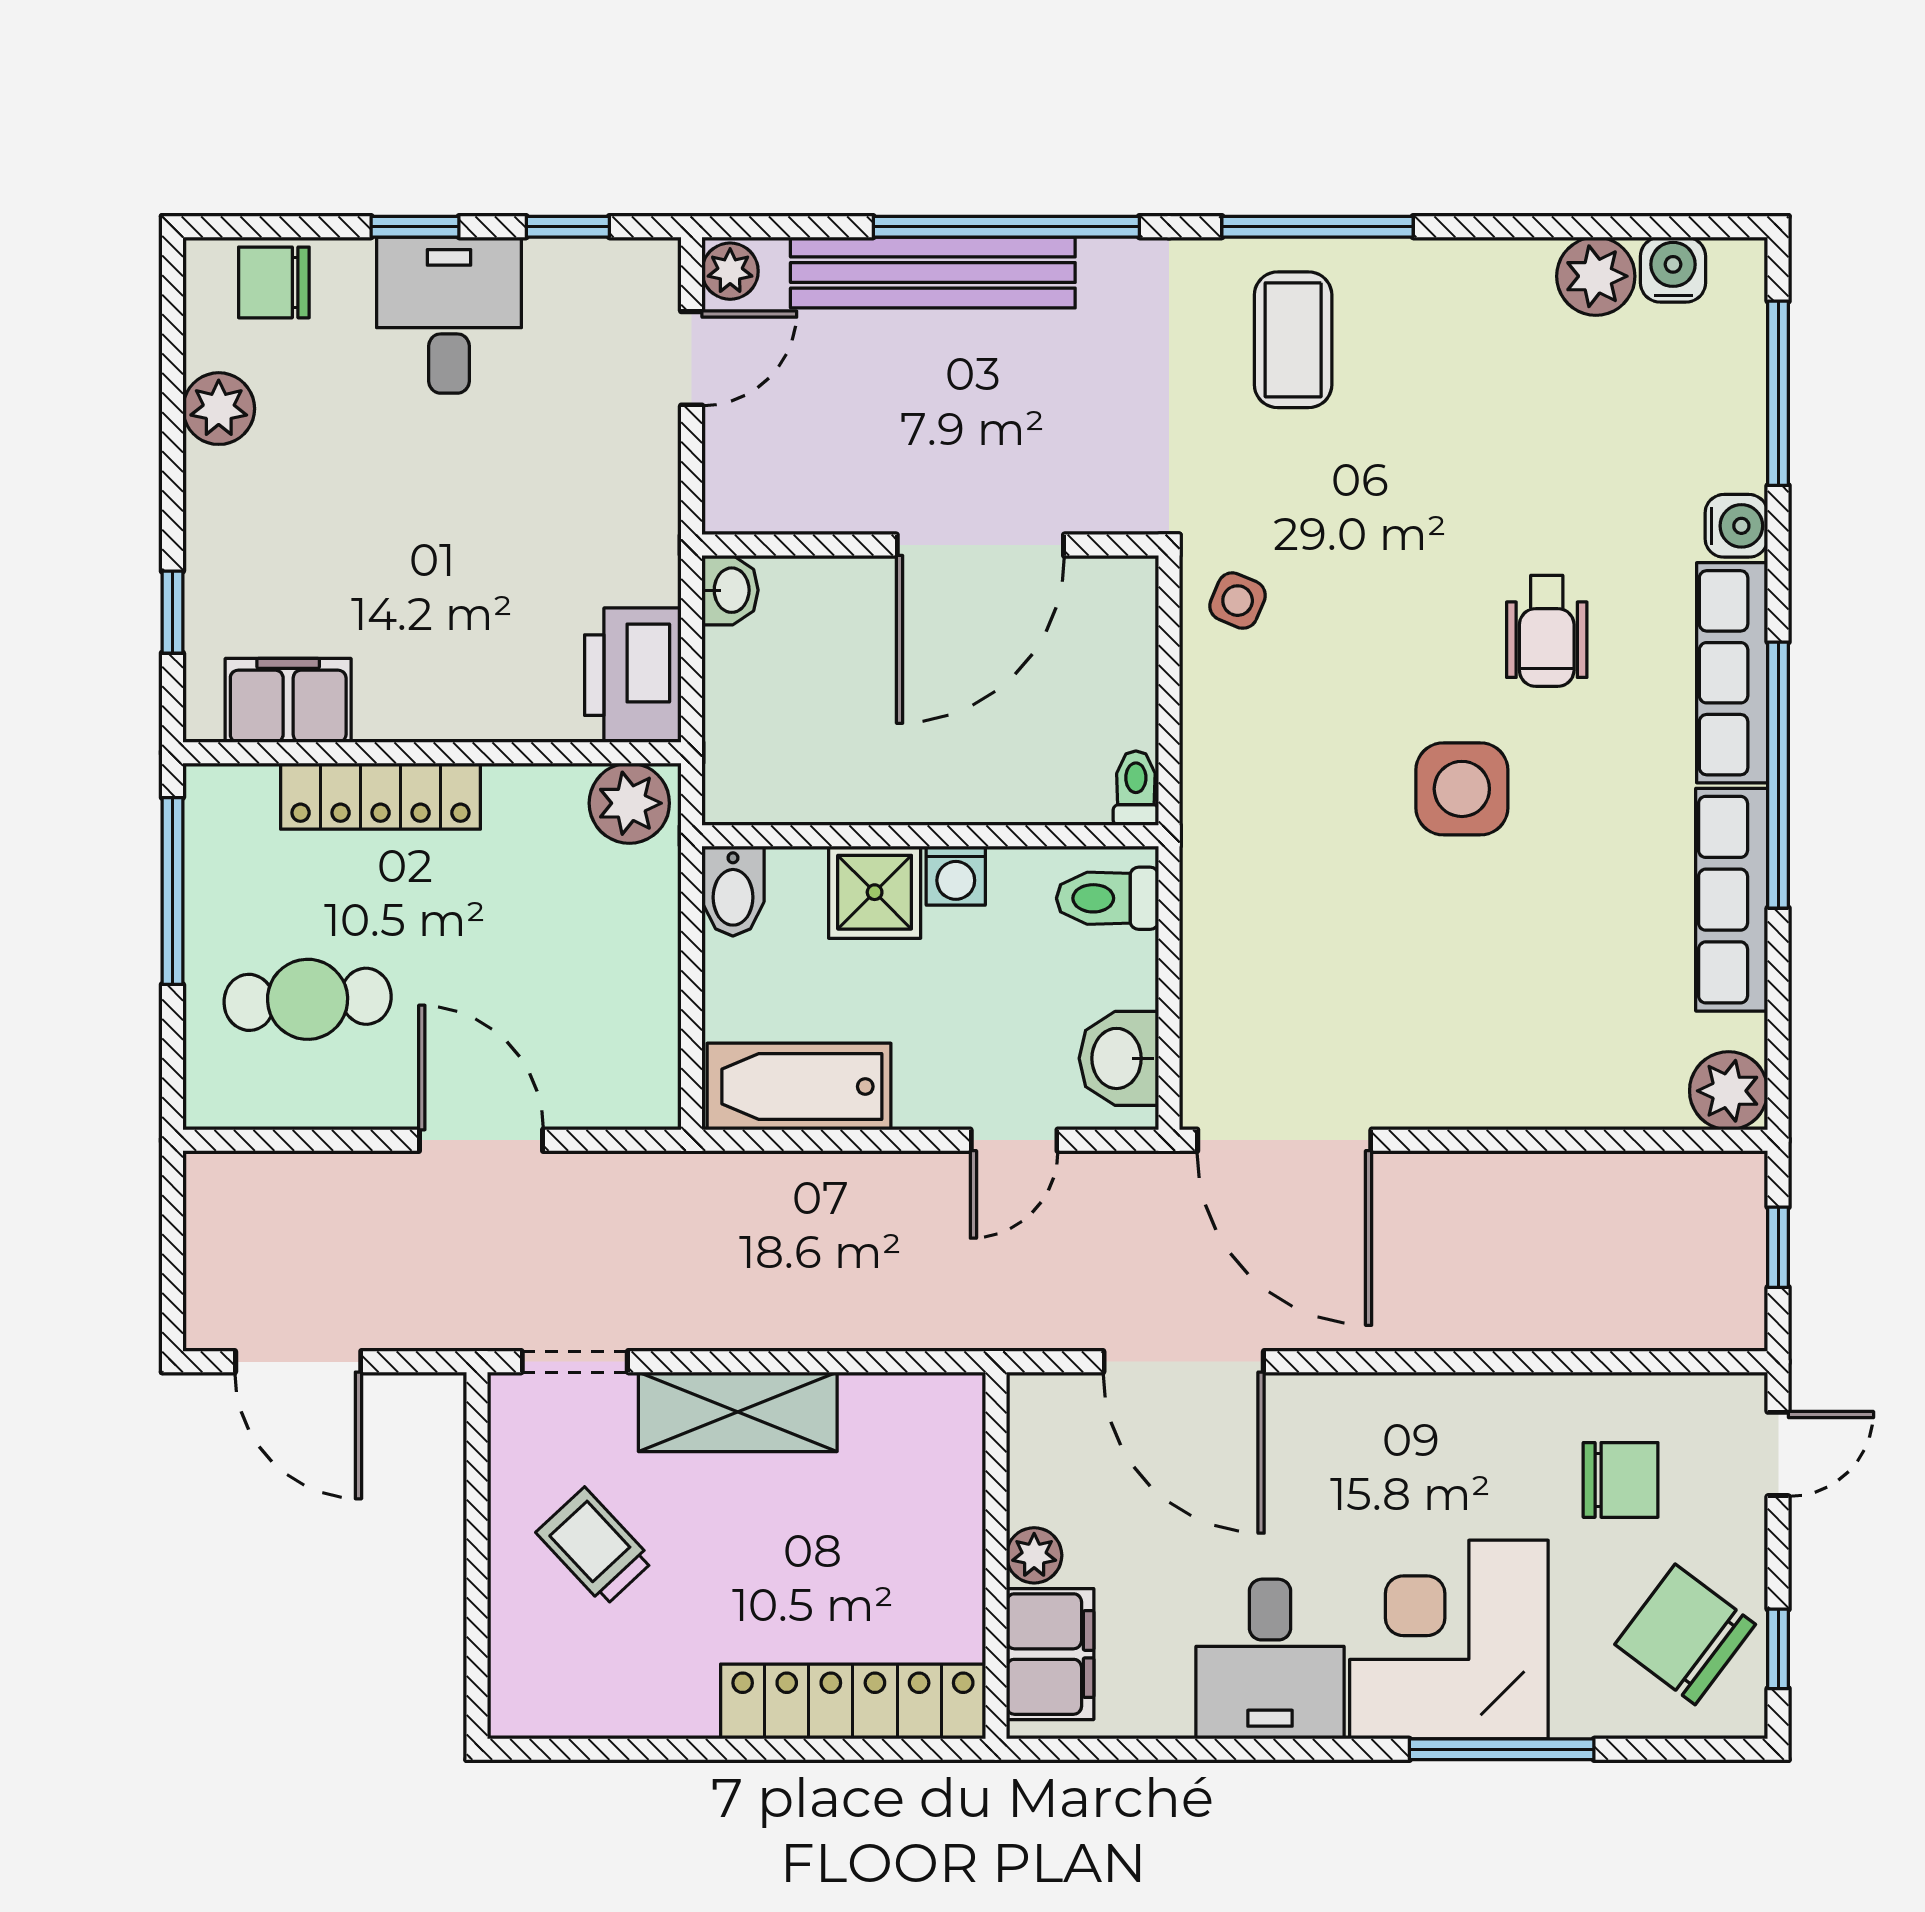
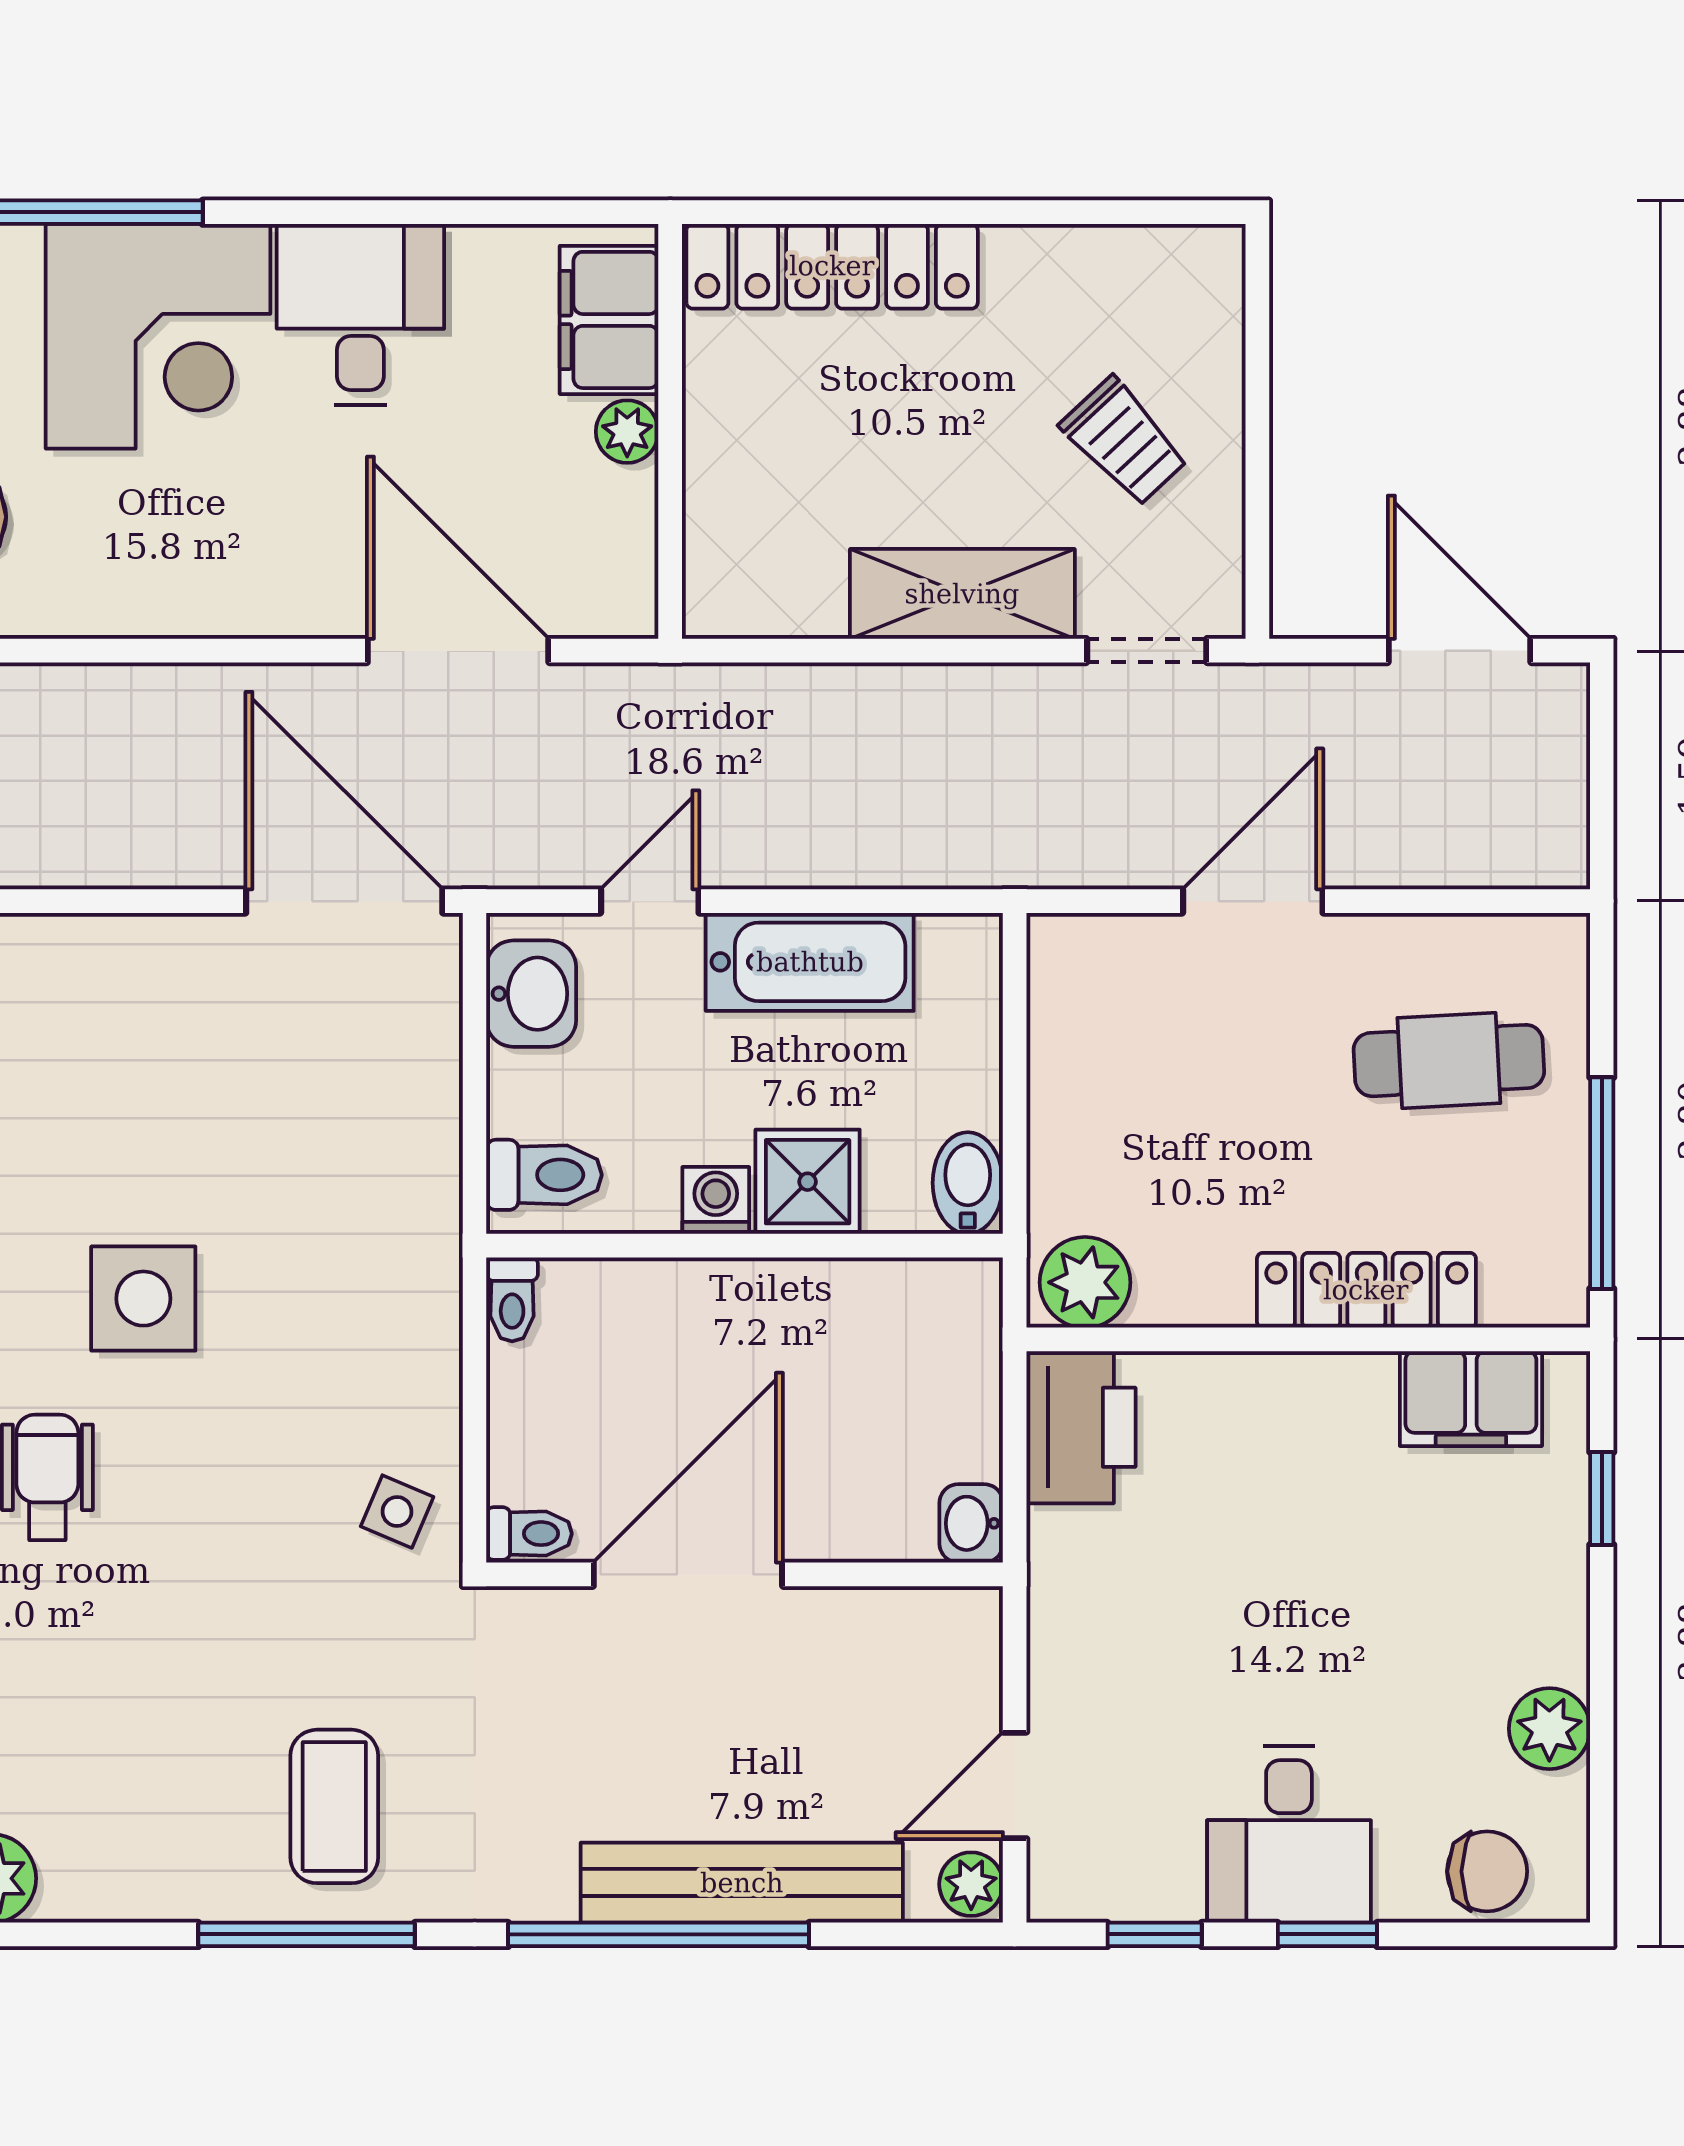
toilet: (1121, 581) -> (529, 1534), added
bathtub: (799, 1087) -> (810, 962), moved
door: (481, 1140) -> (1253, 901), swing flipped

